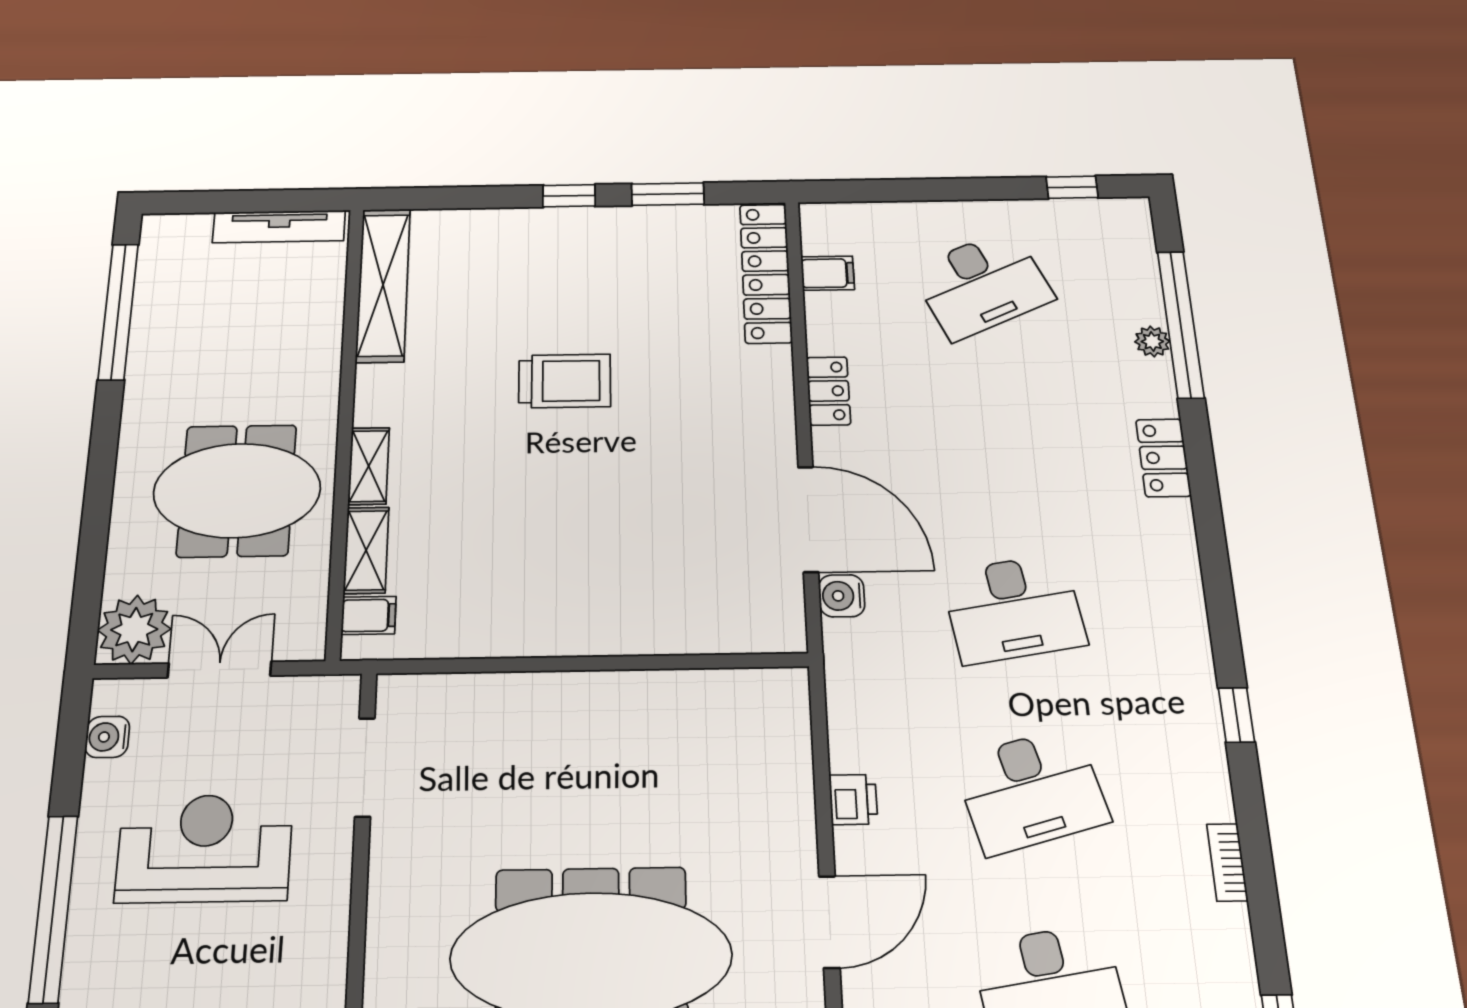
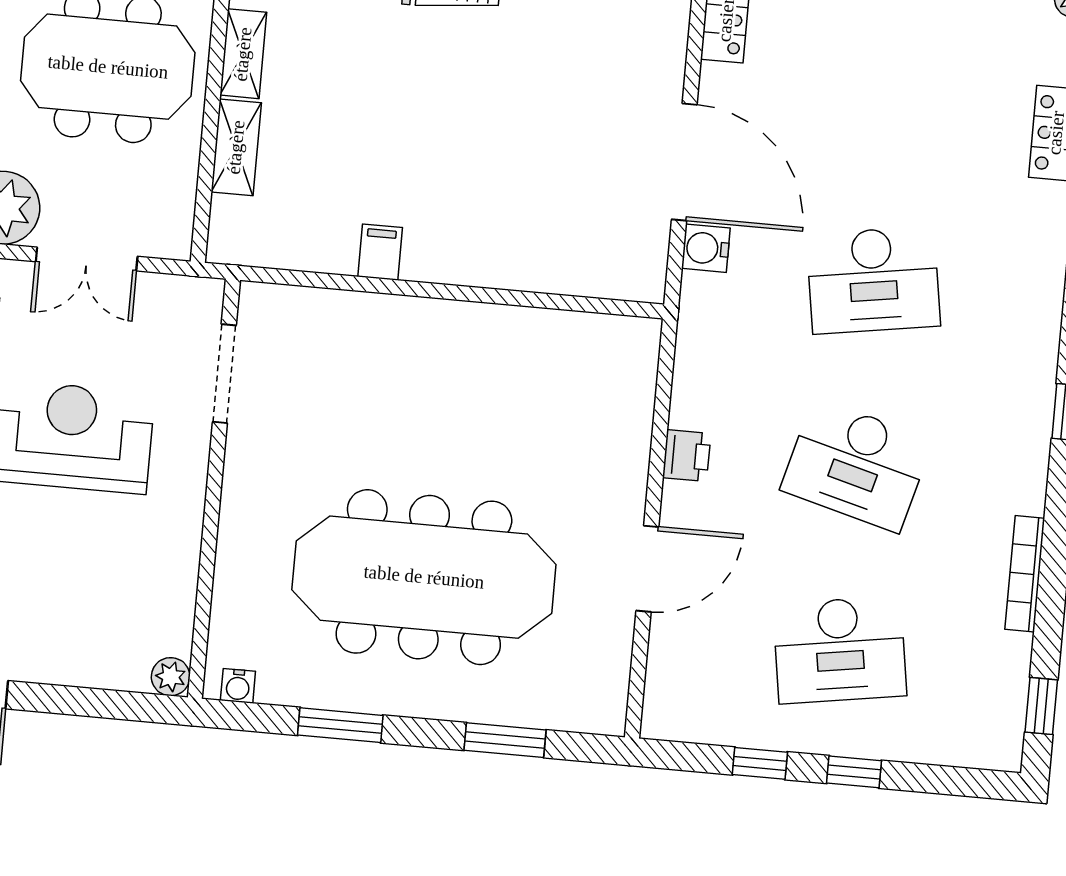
filing cabinet: (369, 615) -> (380, 252), moved, turned -90
double door: (219, 670) -> (87, 259), swing flipped
desk: (1031, 790) -> (857, 465), turned 30
bookcase: (1227, 862) -> (1025, 574), width x1.56

